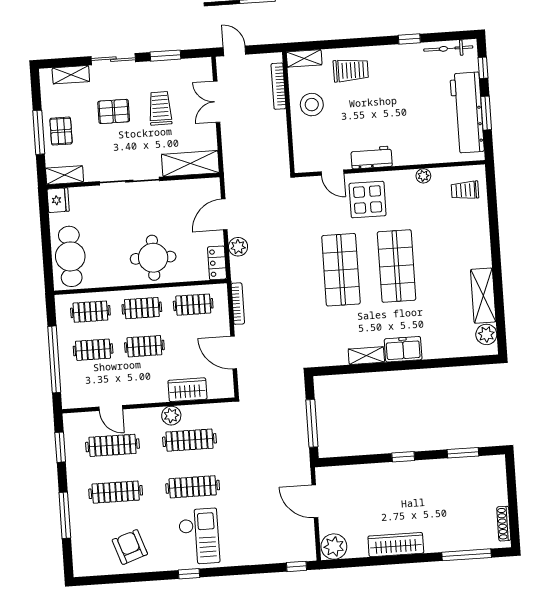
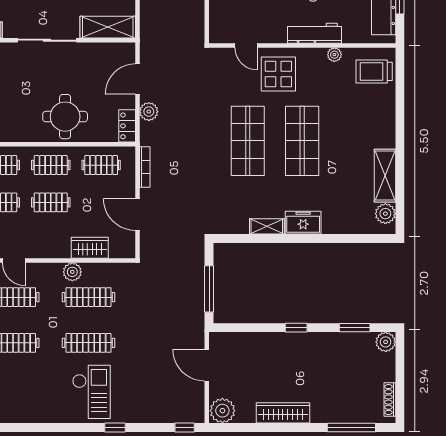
workbench: (372, 157) -> (315, 33), moved, width x1.38
trolley: (465, 190) -> (374, 71), width x1.36, depth x1.39
plant: (495, 465) -> (386, 342), added
armchair: (130, 547) -> (23, 397), removed
window: (189, 574) -> (115, 428), moved

